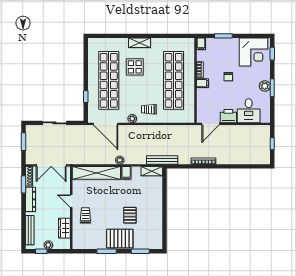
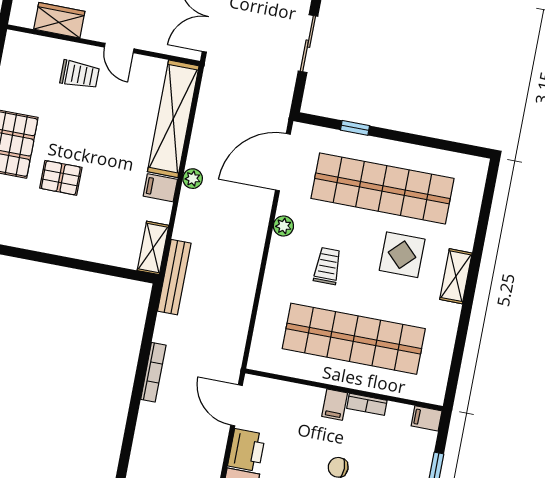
trolley: (149, 109) -> (327, 266), moved
door: (71, 201) -> (119, 48), swing flipped

